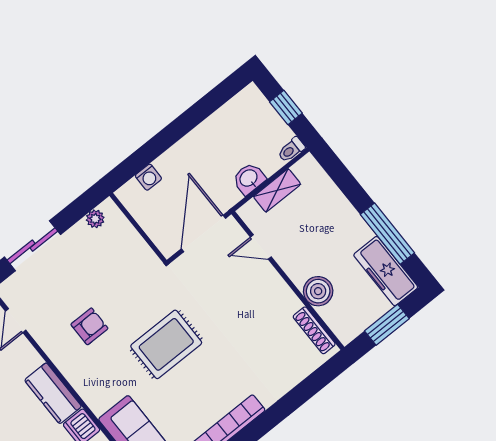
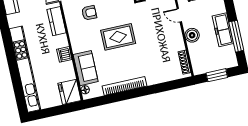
freezer: (386, 271) -> (223, 30), moved
boiler: (318, 291) -> (192, 35), moved
kitchen counter: (53, 393) -> (56, 21), moved

